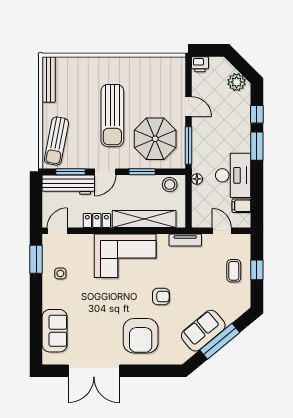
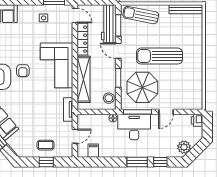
desk: (233, 175) -> (134, 127), moved, turned 180
locker: (97, 220) -> (82, 39), width x1.53
armchair: (161, 296) -> (23, 71), moved

